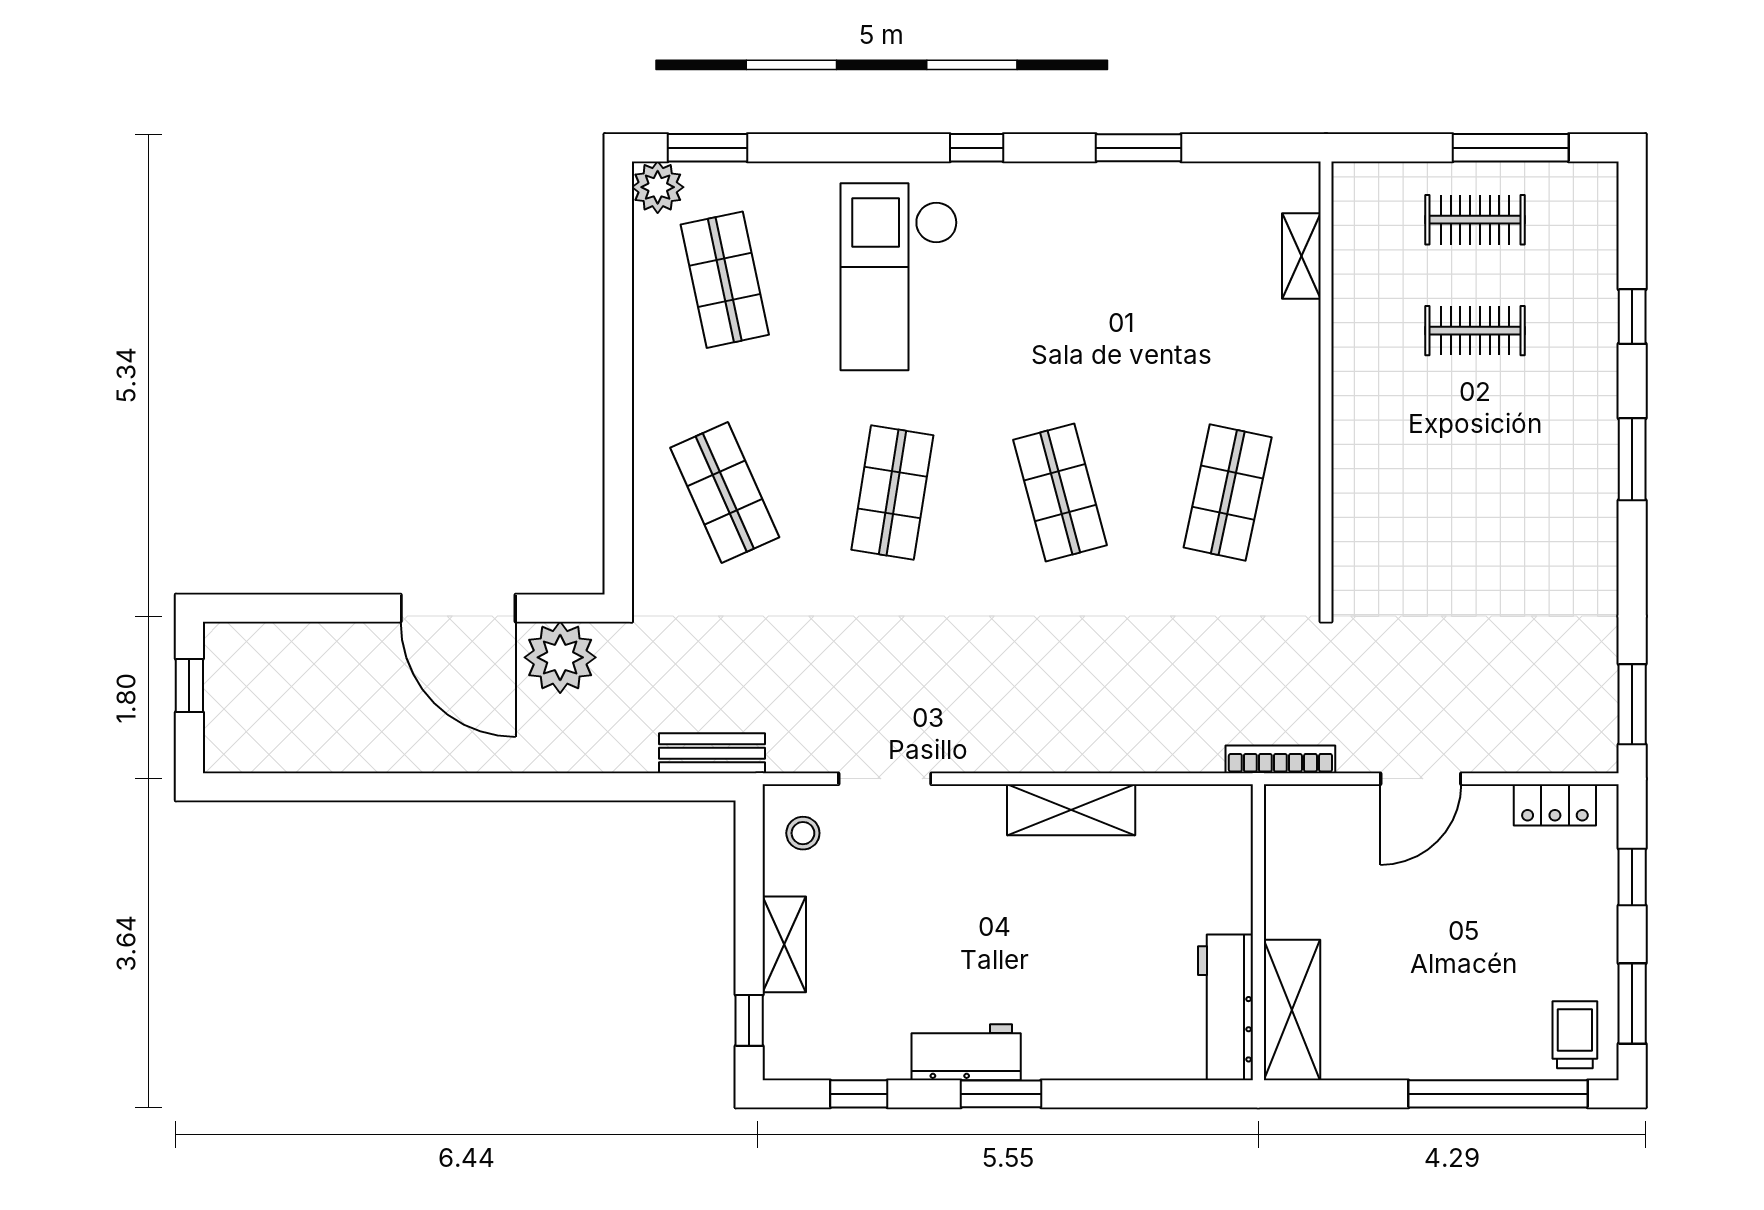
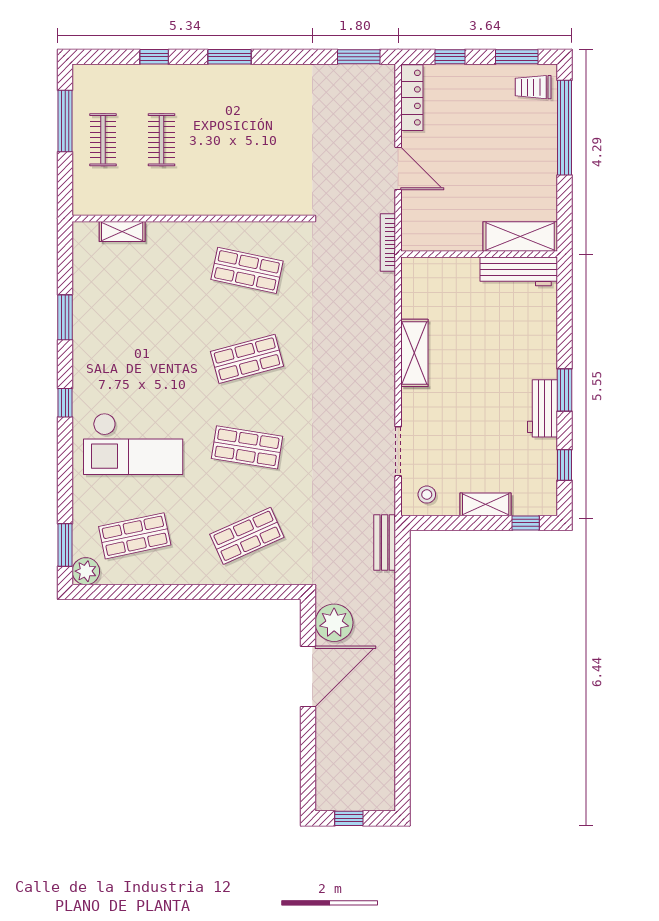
locker: (1555, 805) -> (412, 98), width x1.53

